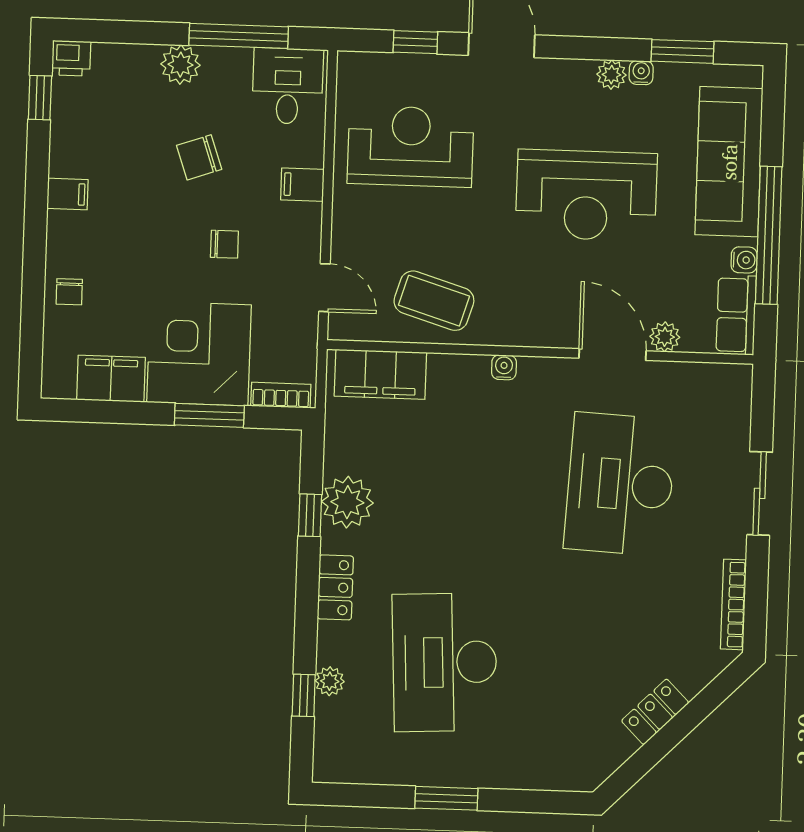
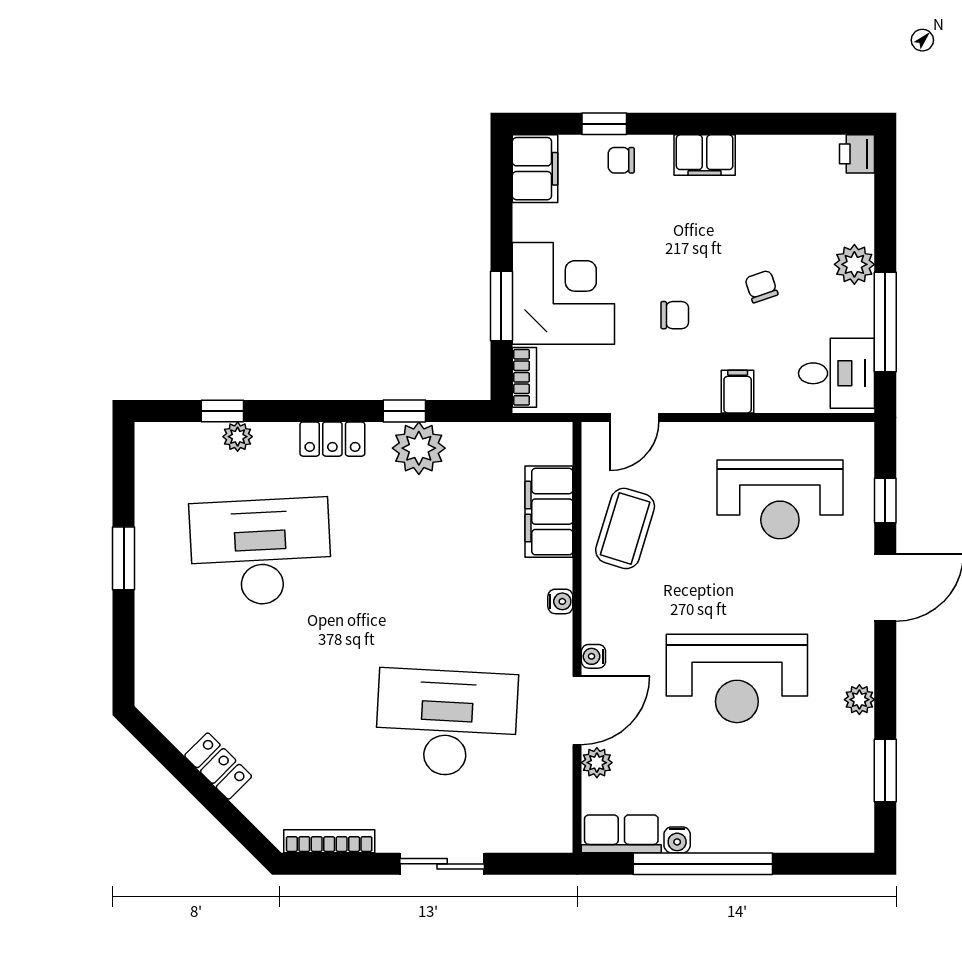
water cooler: (641, 73) -> (593, 656), moved, turned 180
window: (40, 98) -> (604, 124), moved
reception desk: (411, 146) -> (780, 499), turned 90
chair: (199, 157) -> (761, 286), width x0.73, depth x0.73
sofa: (729, 162) -> (776, 821), removed
filing cabinet: (68, 194) -> (705, 155), width x2.00
reception desk: (586, 195) -> (737, 678), turned -90
chair: (224, 244) -> (675, 315), turned -90
filing cabinet: (380, 374) -> (549, 512), moved
filing cabinet: (111, 379) -> (535, 169), moved

